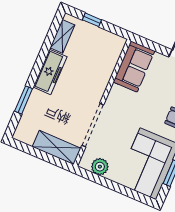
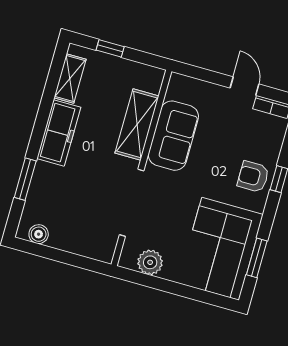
sofa: (134, 66) -> (173, 136), moved
boiler: (28, 138) -> (39, 234), added
shelving: (57, 147) -> (137, 125), moved, turned 90

